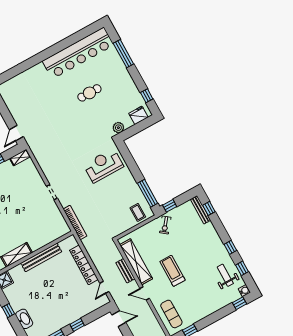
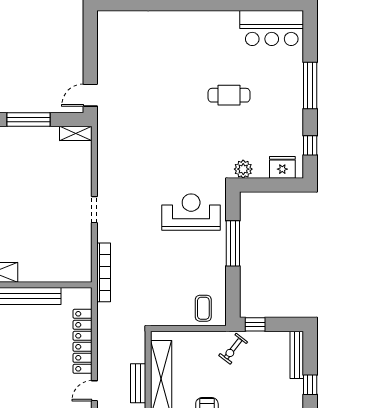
bar counter: (78, 53) -> (272, 28), width x0.54
window: (123, 54) -> (310, 85), moved
window: (148, 193) -> (233, 243), moved
window: (209, 208) -> (310, 385), moved

